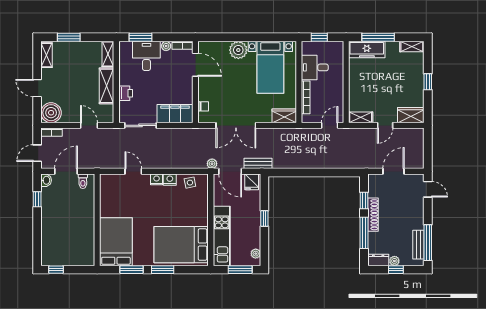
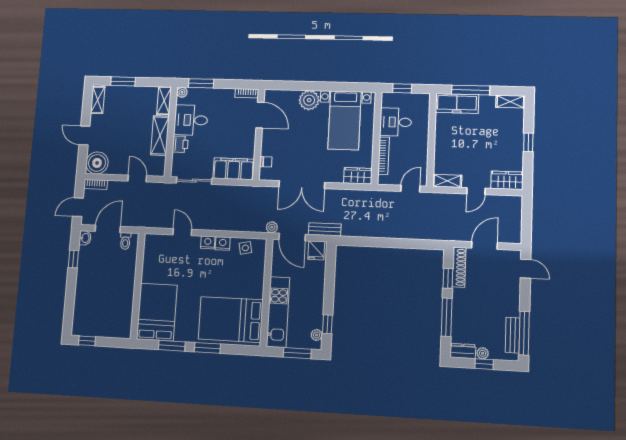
plant: (166, 46) -> (182, 92), moved
desk: (146, 56) -> (191, 120), moved, turned -90
shoe rack: (373, 215) -> (459, 267), moved
window: (264, 219) -> (327, 324), moved

